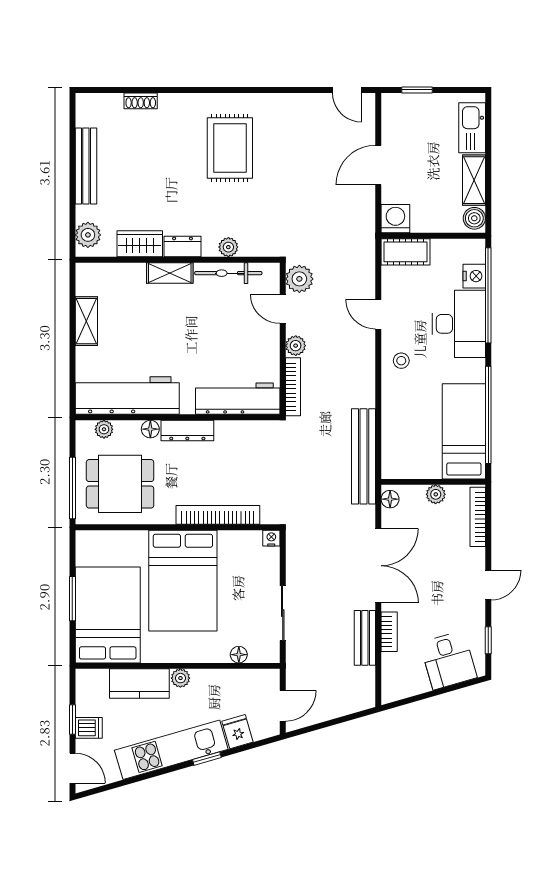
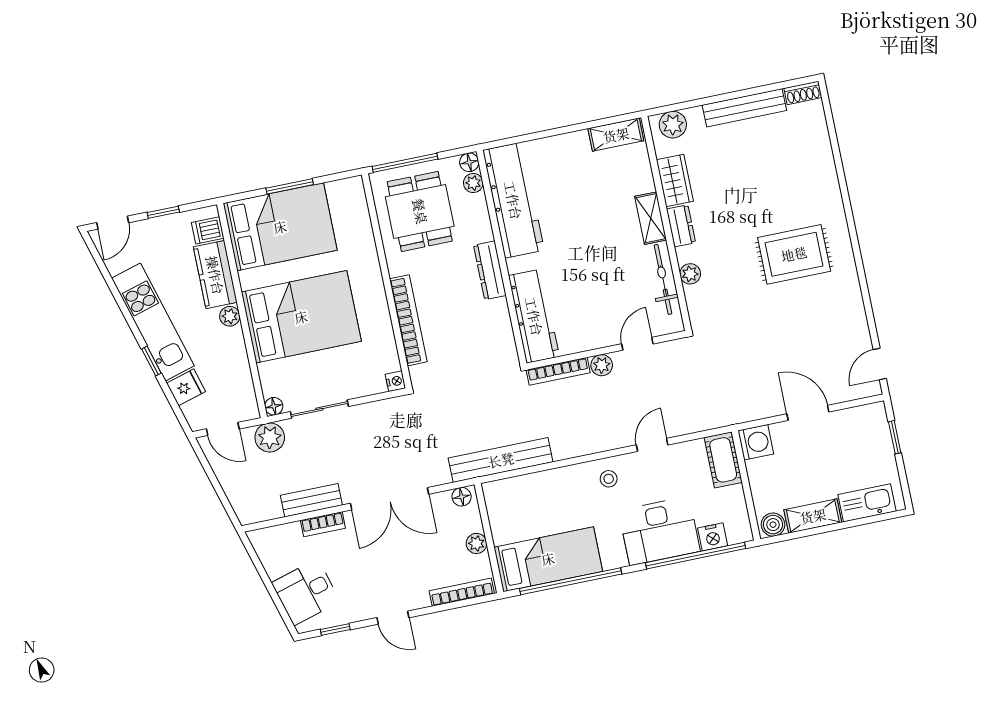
shoe rack: (141, 101) -> (803, 93), moved, turned -90
plant: (299, 279) -> (270, 437), moved
shelving: (86, 321) -> (616, 135), moved
floor lamp: (150, 429) -> (469, 162), moved
bed: (183, 581) -> (301, 317), moved, turned 180
floor lamp: (239, 655) -> (274, 406), moved
dishwasher: (89, 728) -> (208, 230), moved, turned 90

